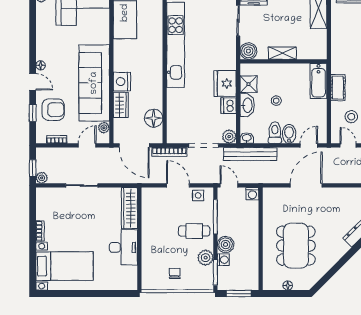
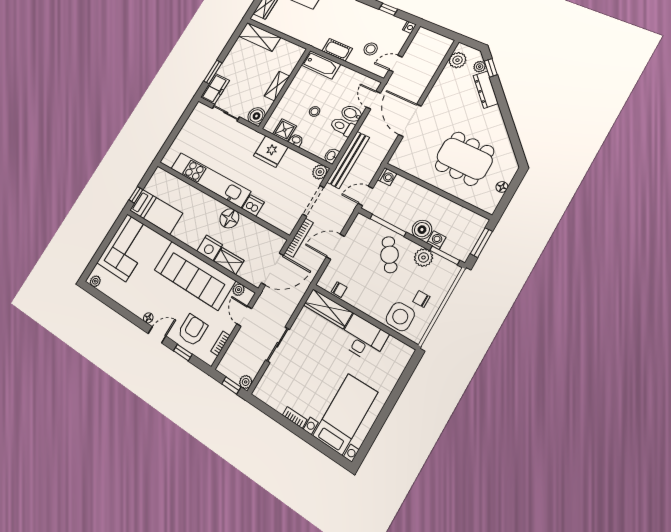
washbasin: (247, 105) -> (296, 140), width x0.52, depth x0.69
dishwasher: (229, 106) -> (253, 205), moved, turned 180
floor lamp: (154, 118) -> (229, 218), moved
side table: (198, 195) -> (400, 317), moved, width x1.87, depth x1.87
chair: (148, 208) -> (339, 290), added
cafe table: (194, 231) -> (389, 255), turned -36

